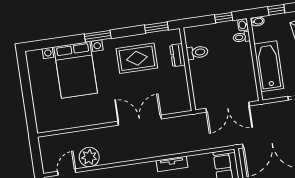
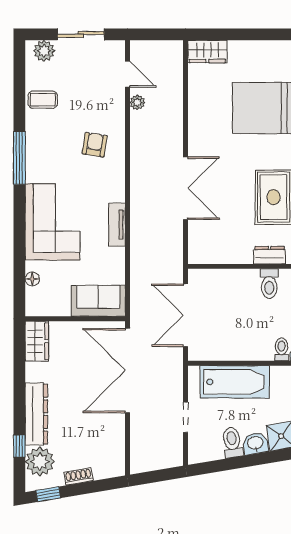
wardrobe: (43, 119) -> (207, 52), added
plant: (89, 157) -> (137, 102), width x0.53, depth x0.53

